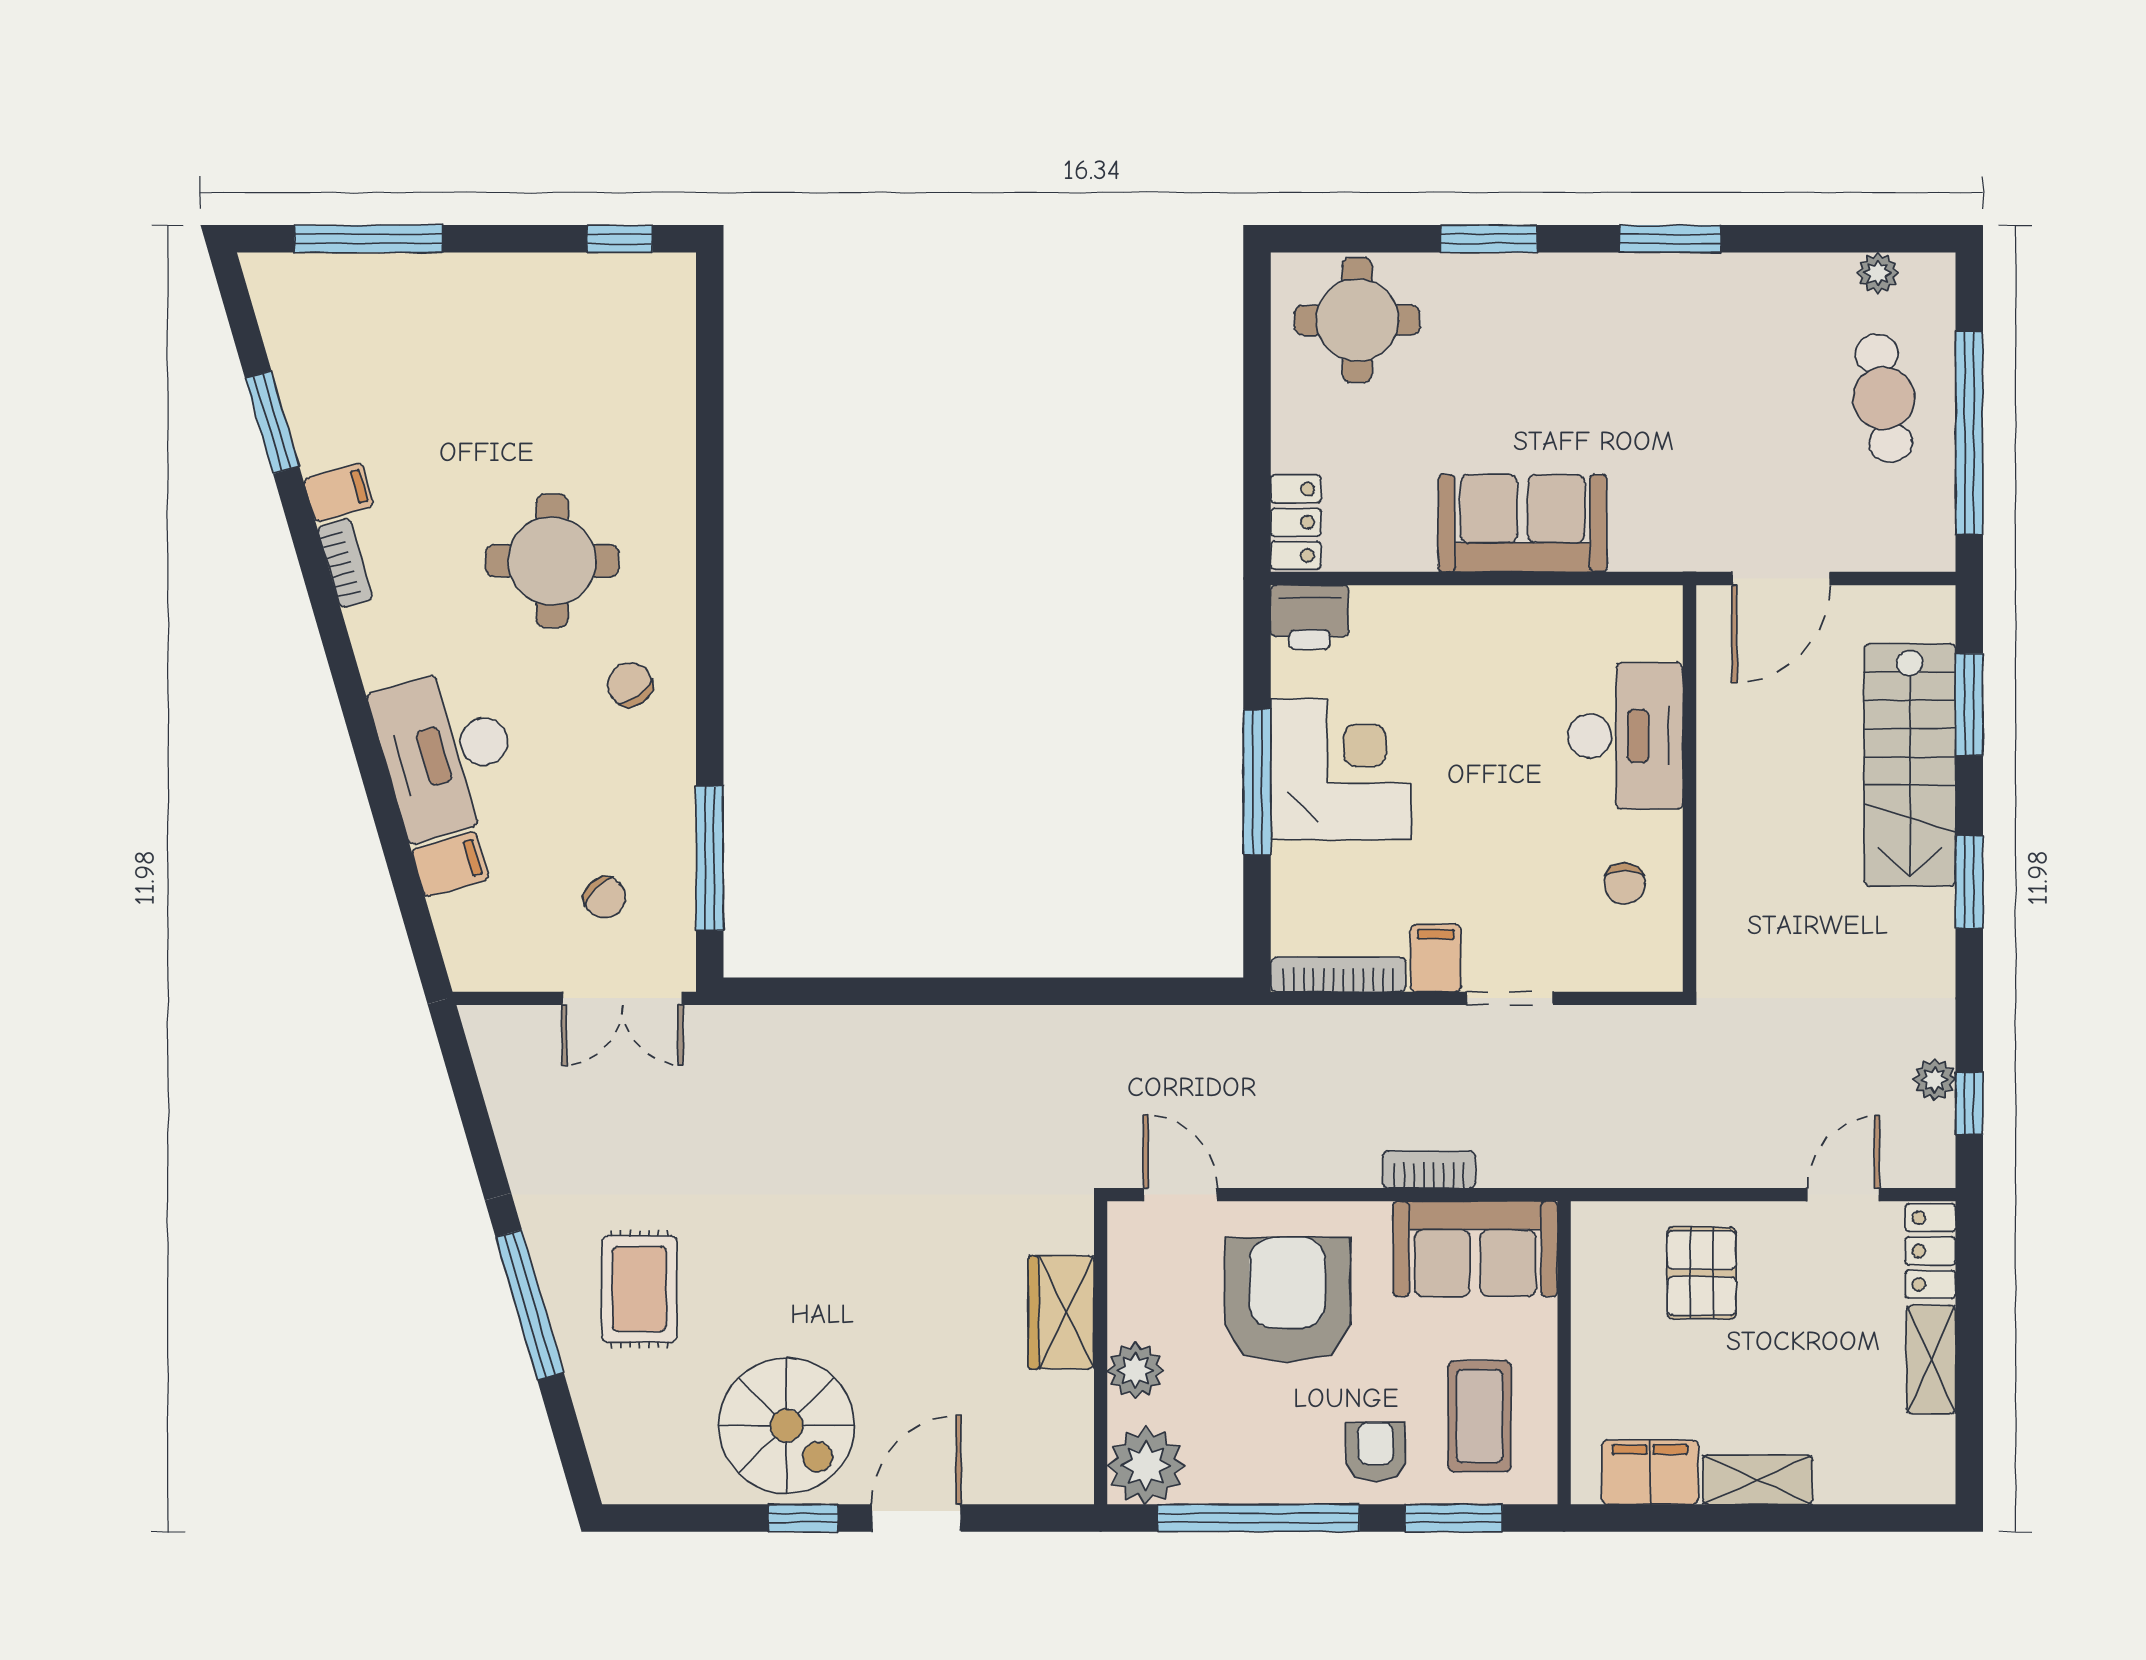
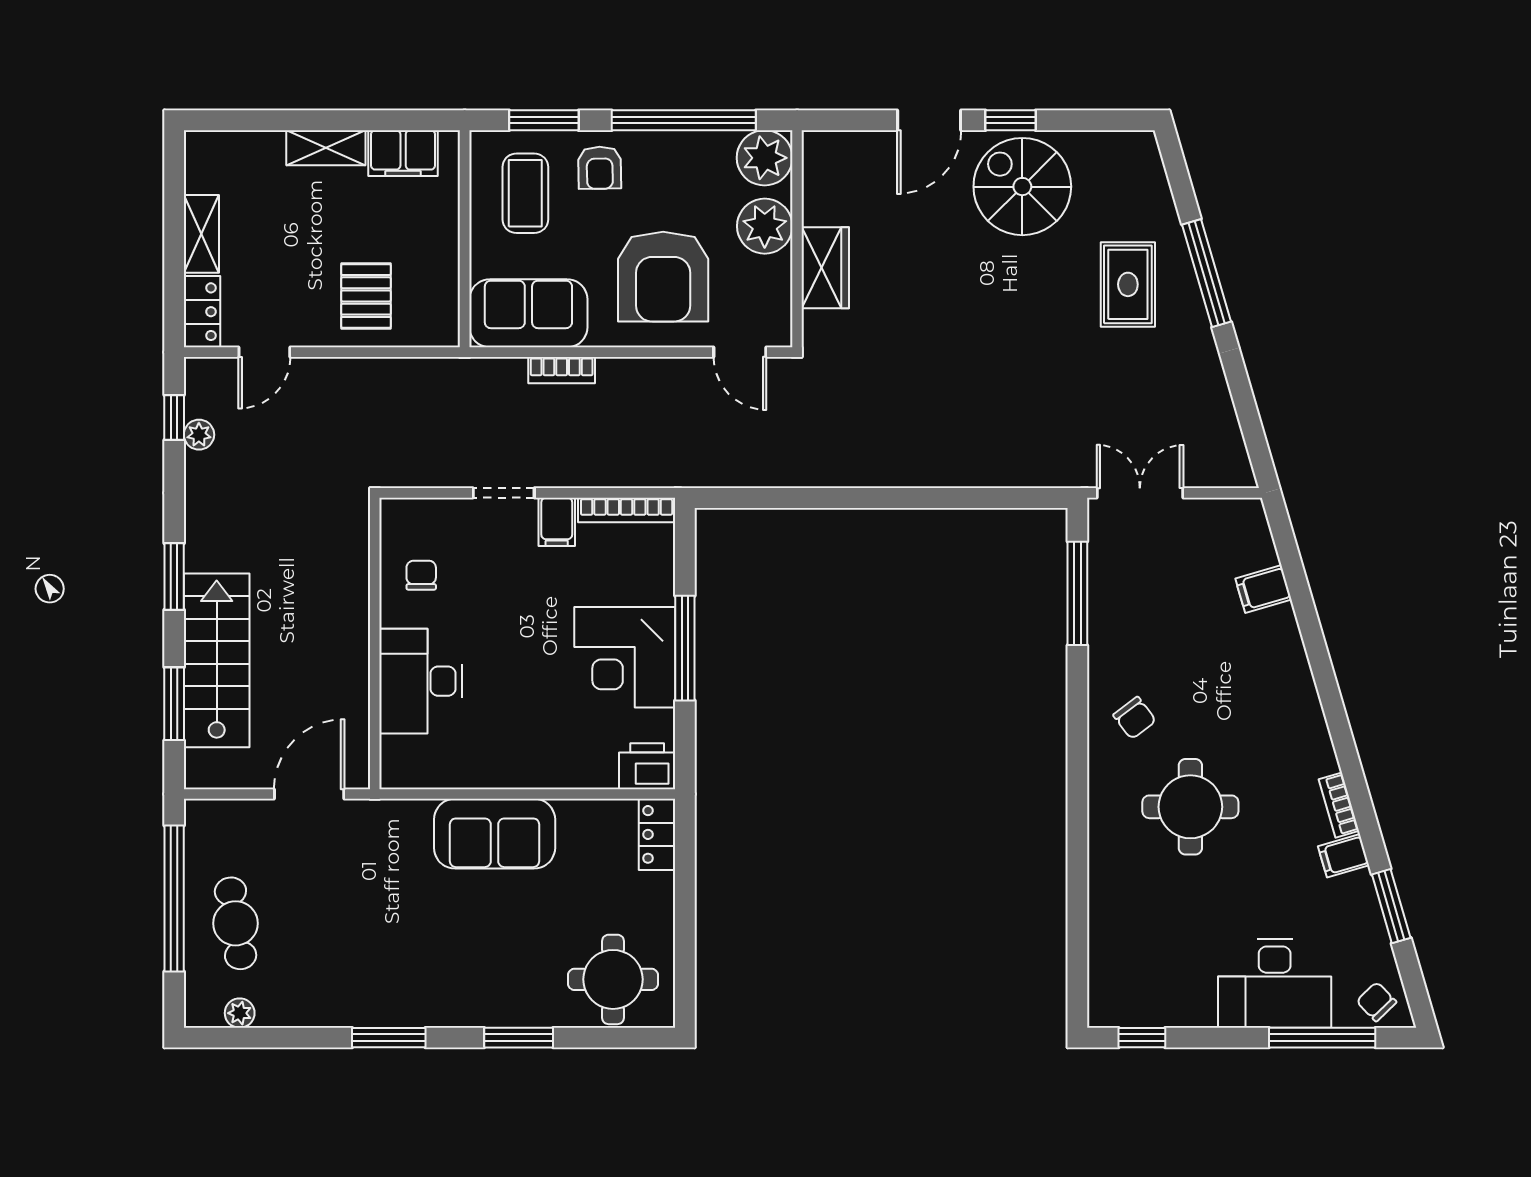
desk: (447, 752) -> (1275, 984), moved, turned 106
chair: (605, 897) -> (1376, 1002), moved
plant: (1135, 1370) -> (765, 226), width x1.36, depth x1.36

